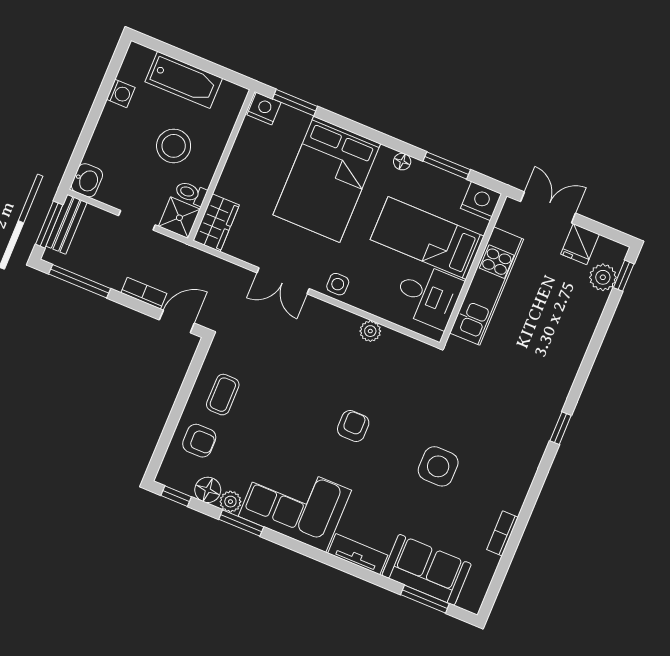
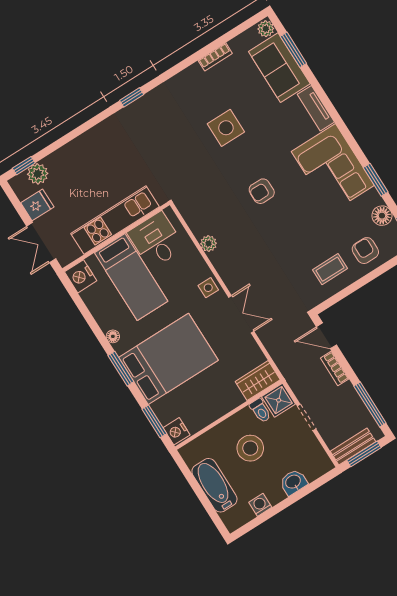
window: (447, 165) -> (121, 369), moved
washbasin: (87, 180) -> (293, 482), moved
plant: (230, 502) -> (266, 29), moved

